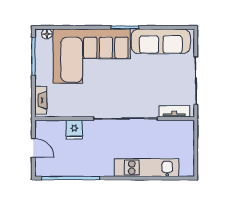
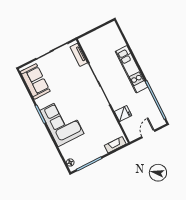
sofa: (161, 41) -> (35, 81), width x0.73
corner sofa: (92, 56) -> (62, 122), width x0.73, depth x0.74
kitchen unit: (147, 168) -> (132, 69), moved

